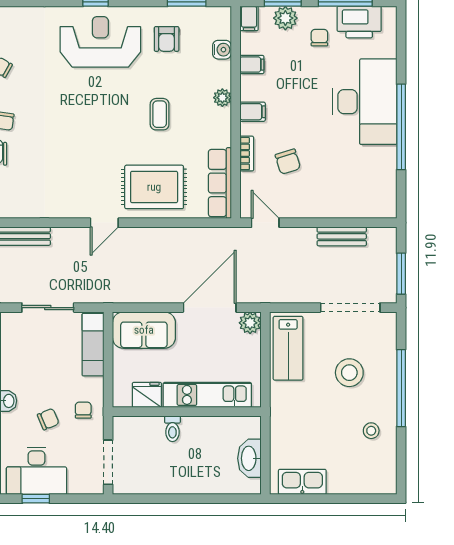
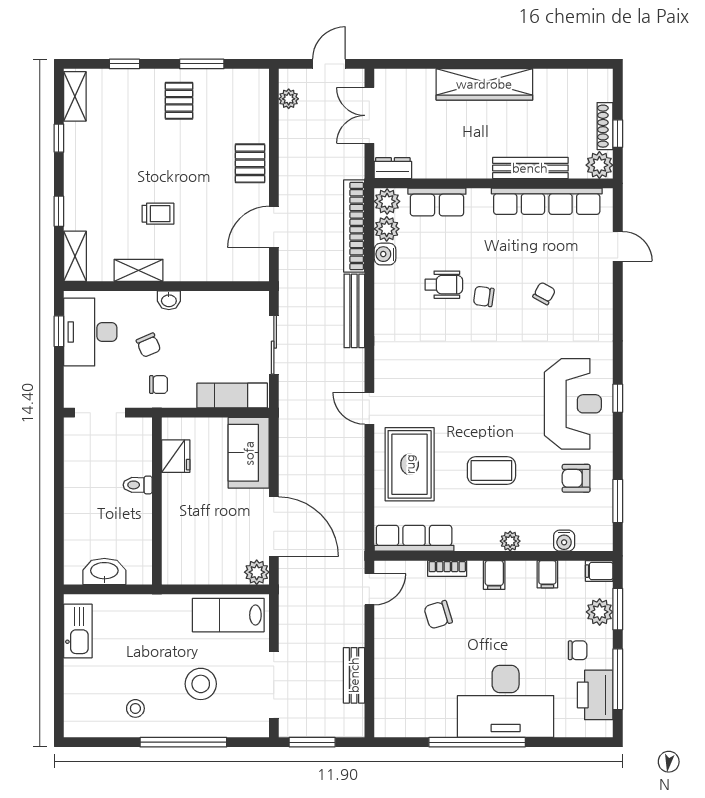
coffee table: (160, 114) -> (491, 470), width x1.36, depth x1.30
kitchen unit: (207, 395) -> (176, 524), removed

